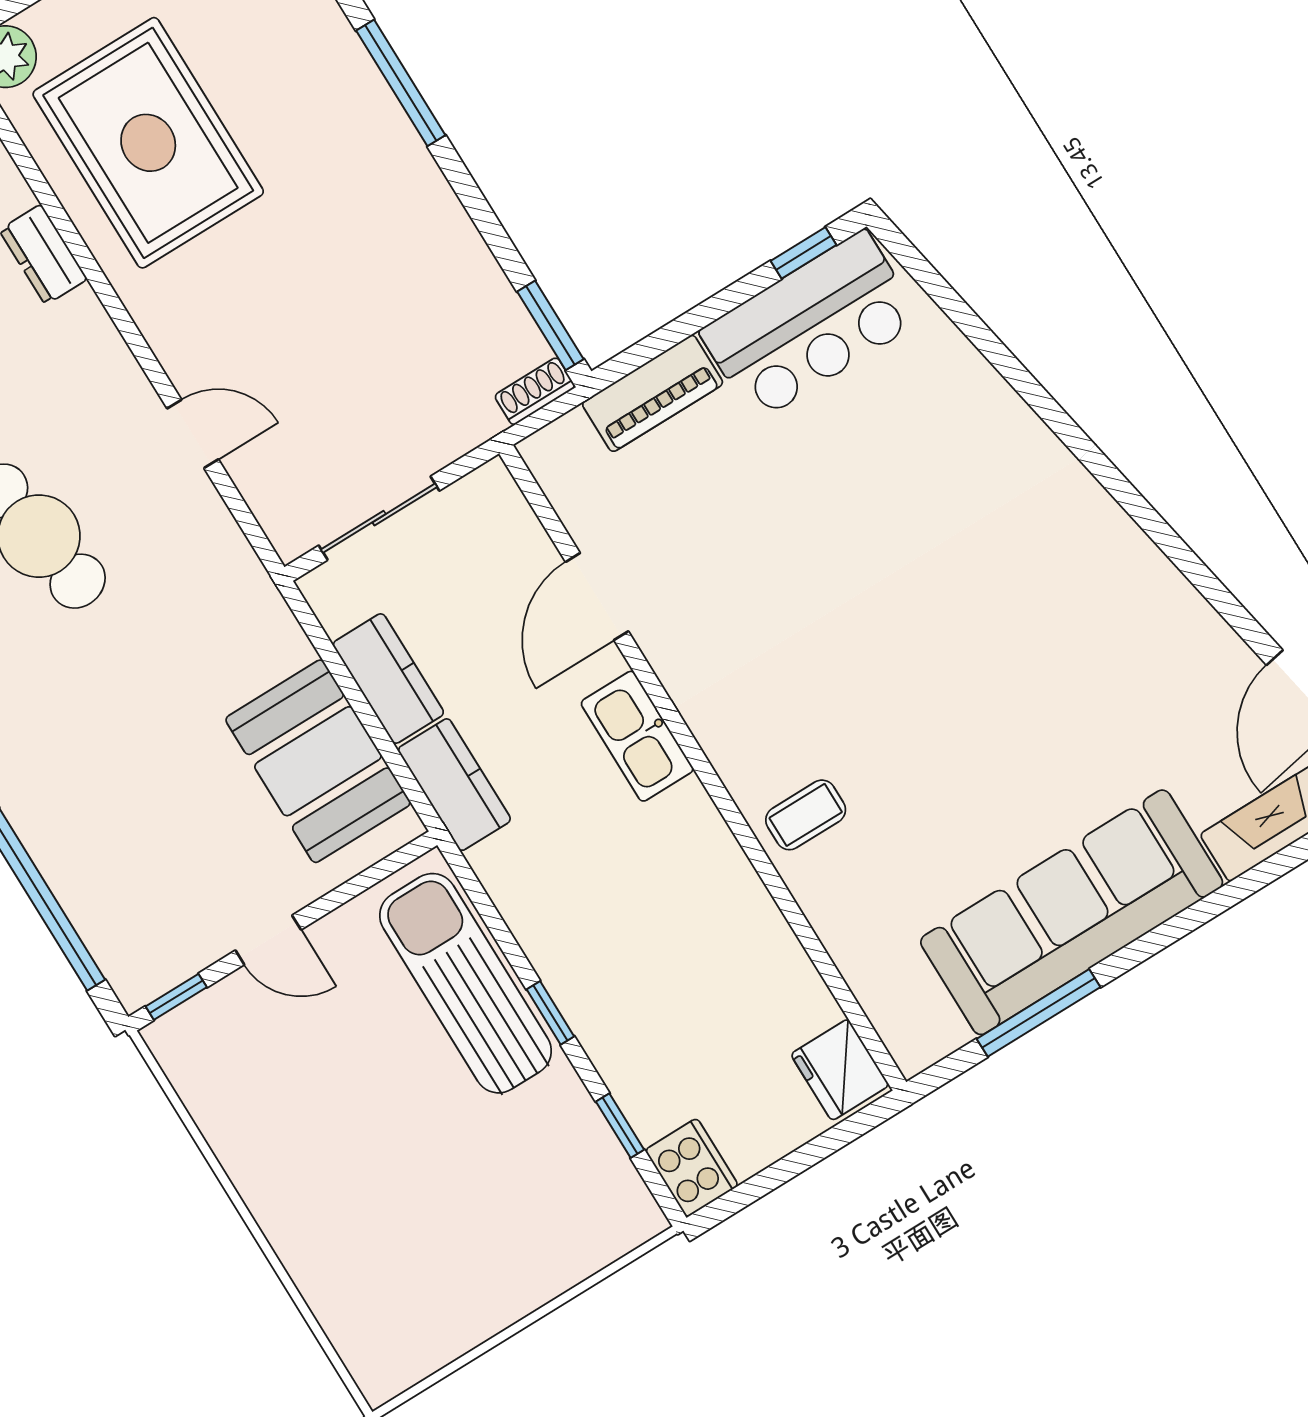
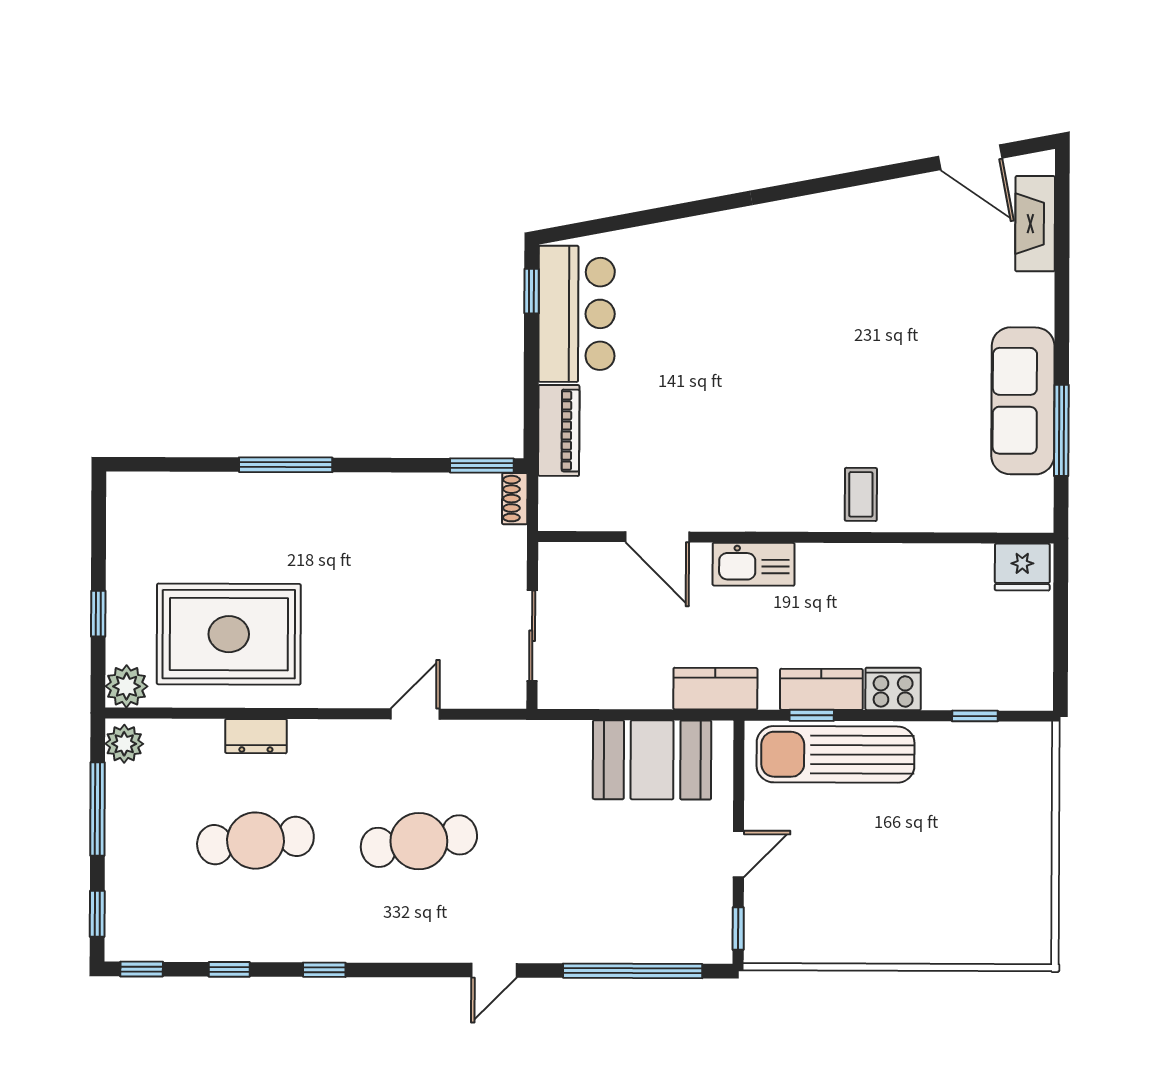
kitchen counter: (388, 678) -> (821, 689), moved
sofa: (1072, 912) -> (1023, 401), width x0.74, depth x0.79
window: (550, 1013) -> (812, 715), moved
cooker: (692, 1168) -> (893, 689), moved

